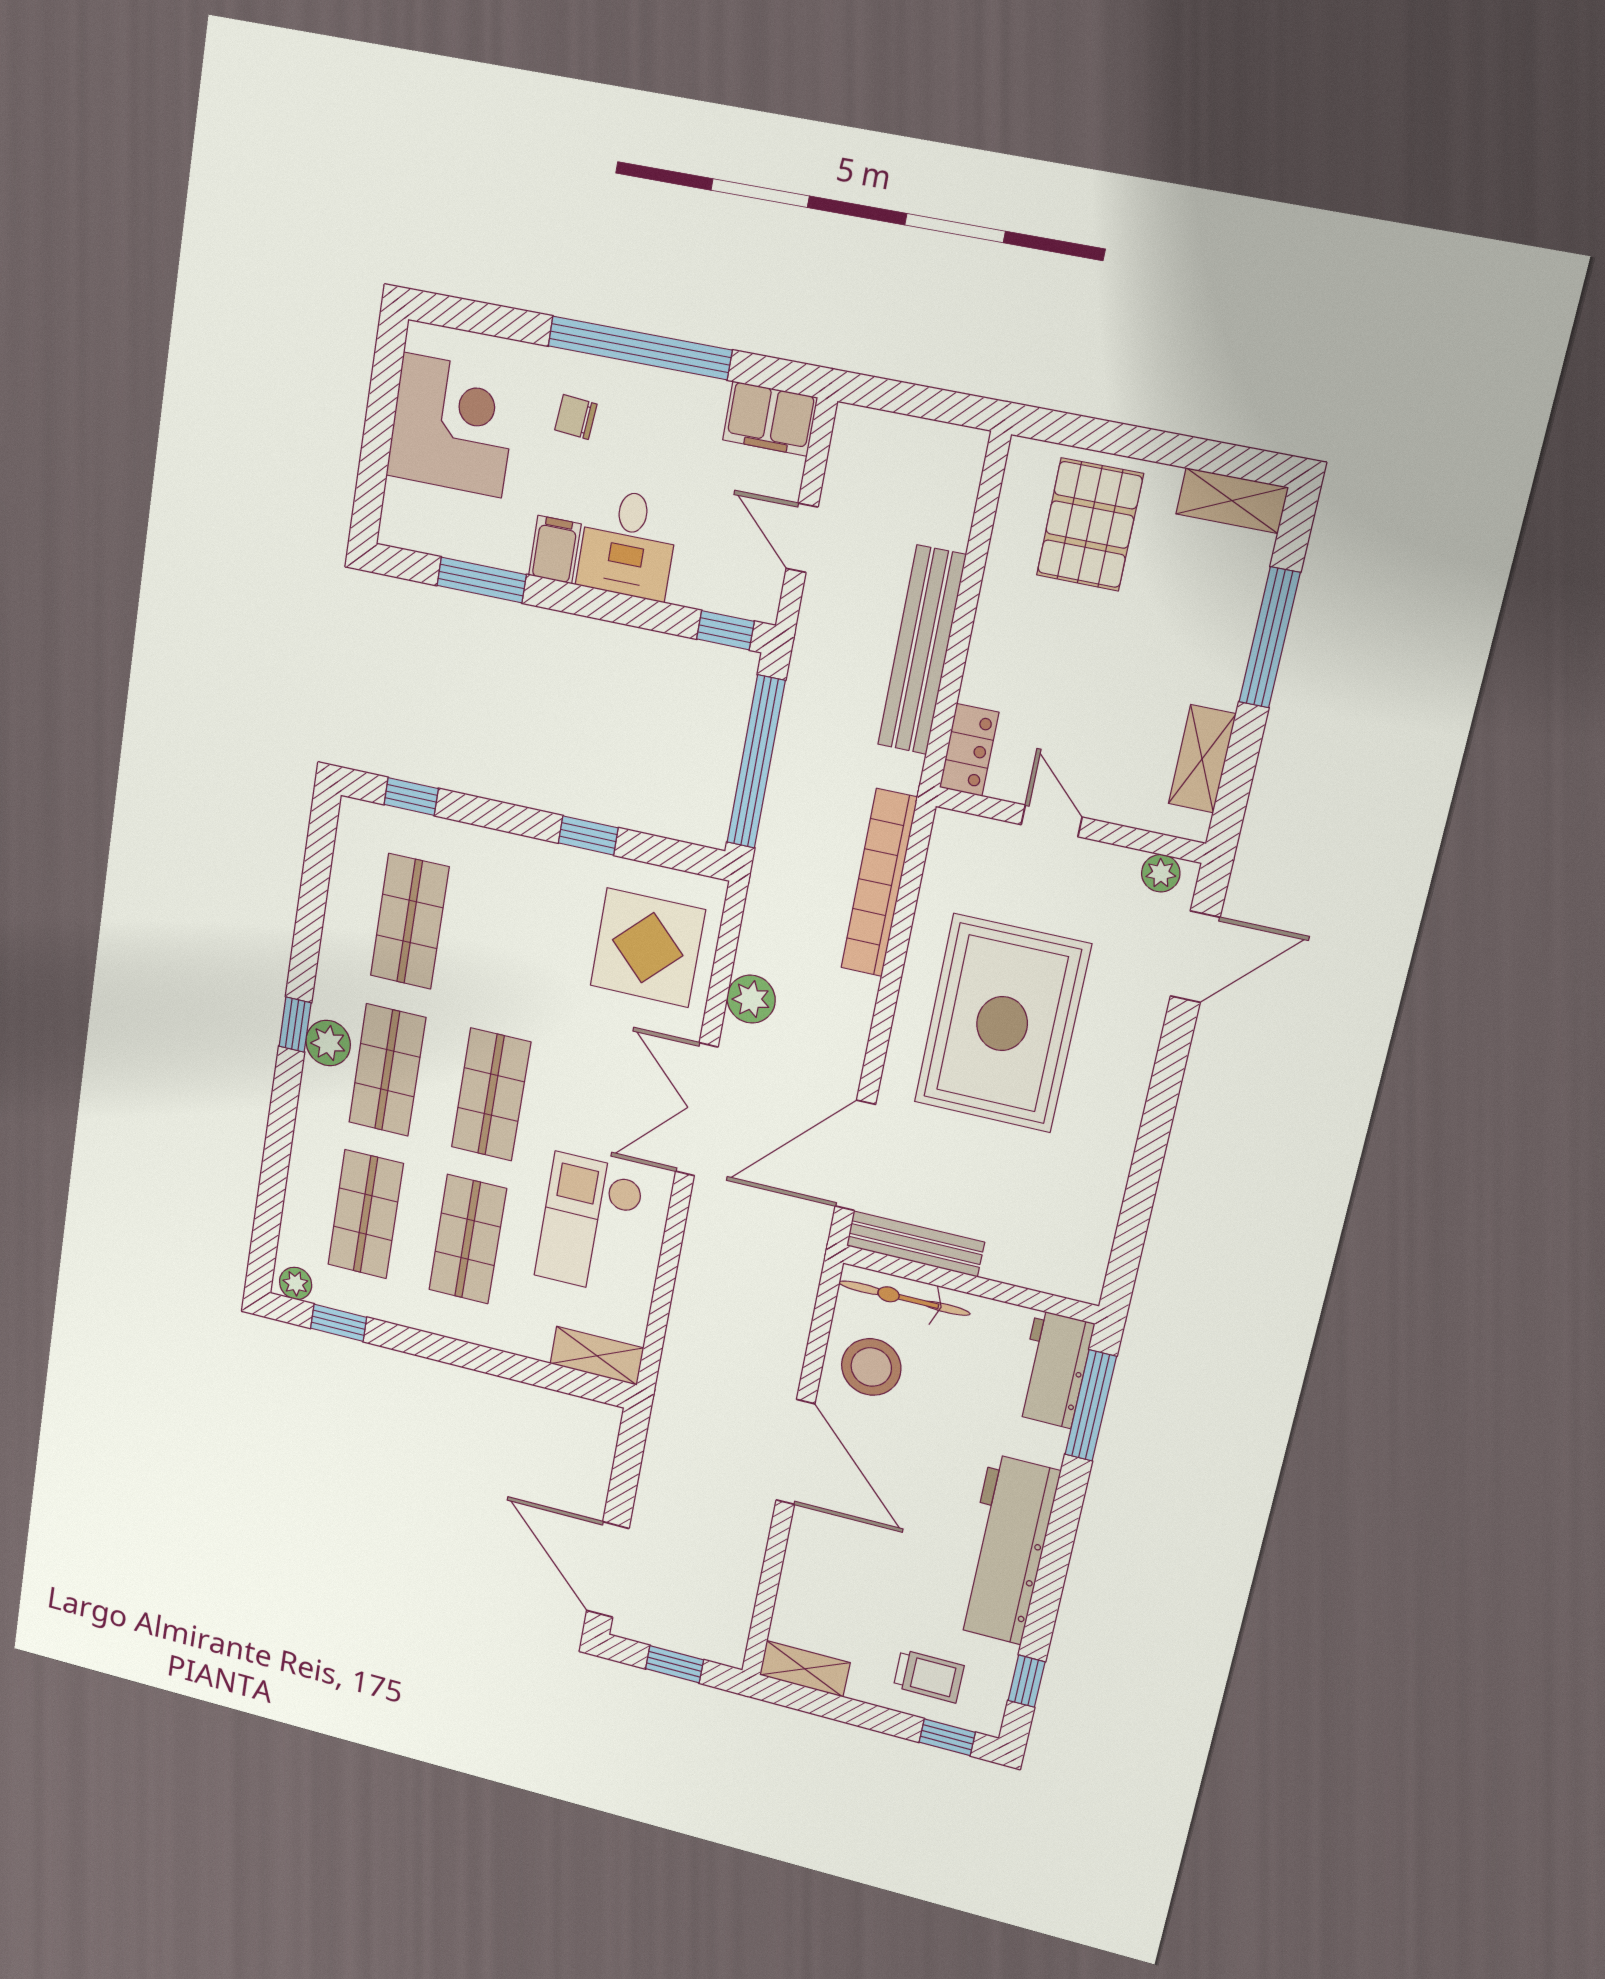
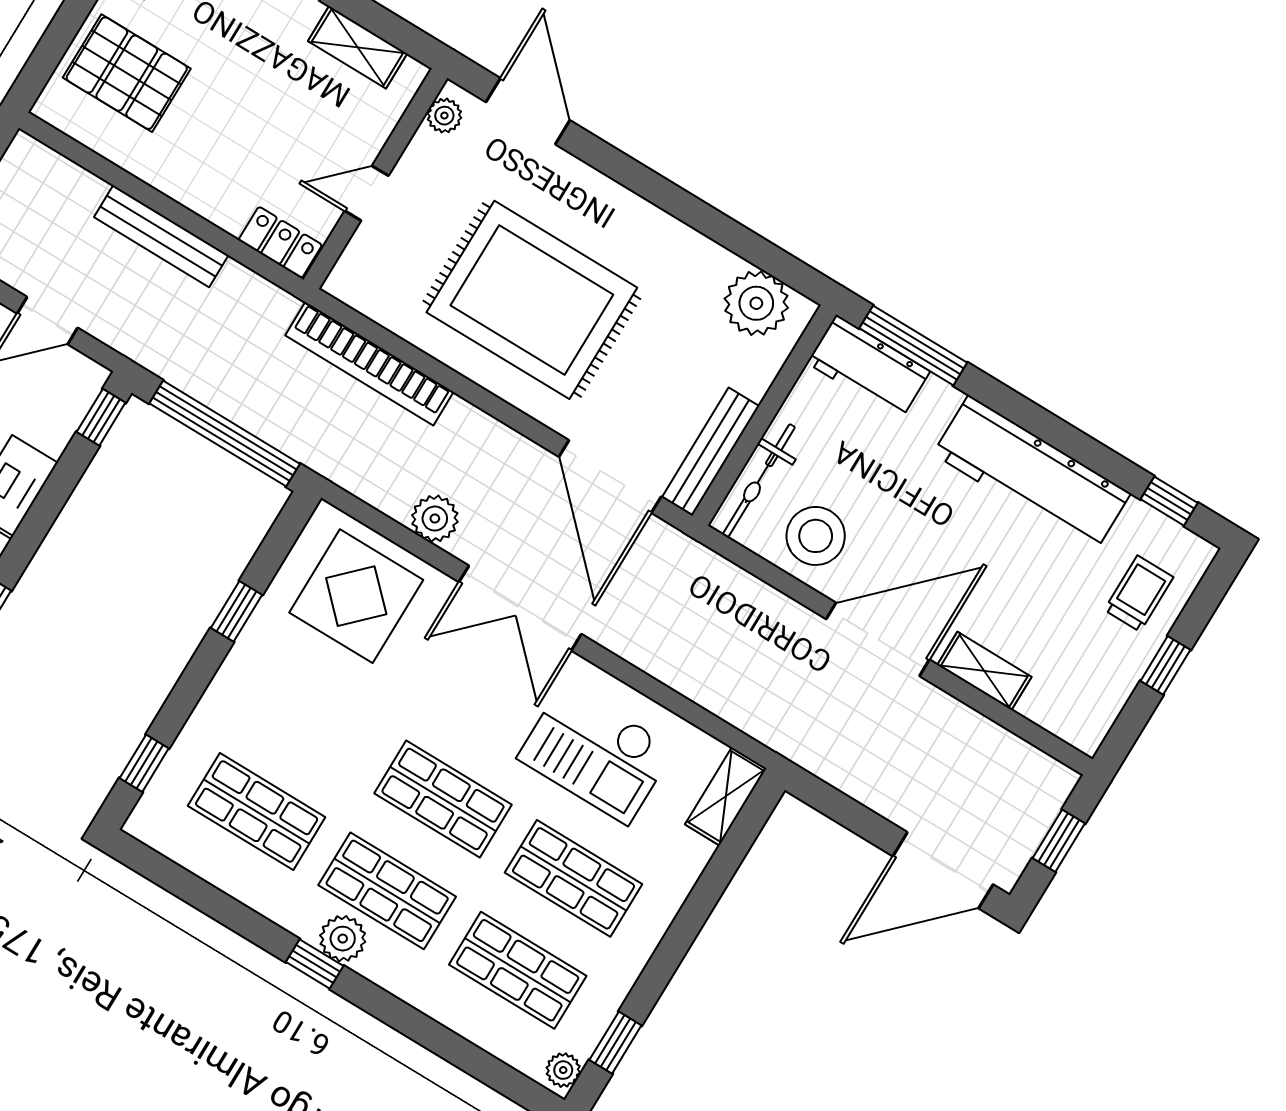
bench: (922, 650) -> (161, 236), width x0.73, depth x0.82
plant: (1078, 1244) -> (756, 303), added
shelving: (805, 1669) -> (984, 671), moved, turned 90
window: (947, 1737) -> (1165, 665), moved

